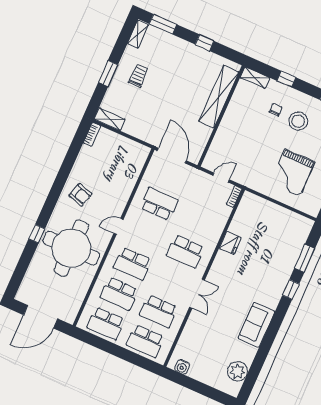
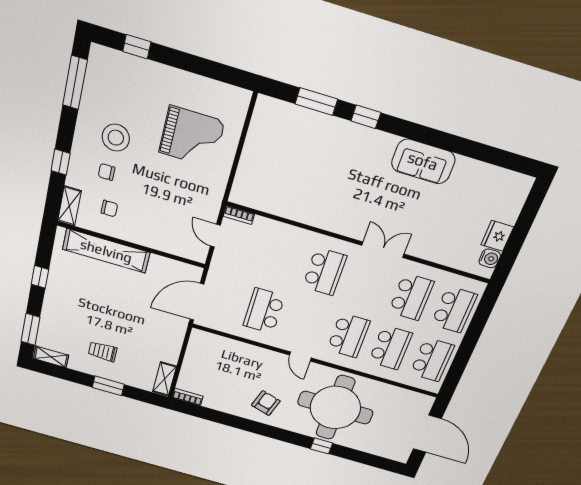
chair: (250, 106) -> (109, 209), added
fridge: (230, 243) -> (497, 236), moved, turned -90
plant: (238, 371) -> (495, 181), removed

